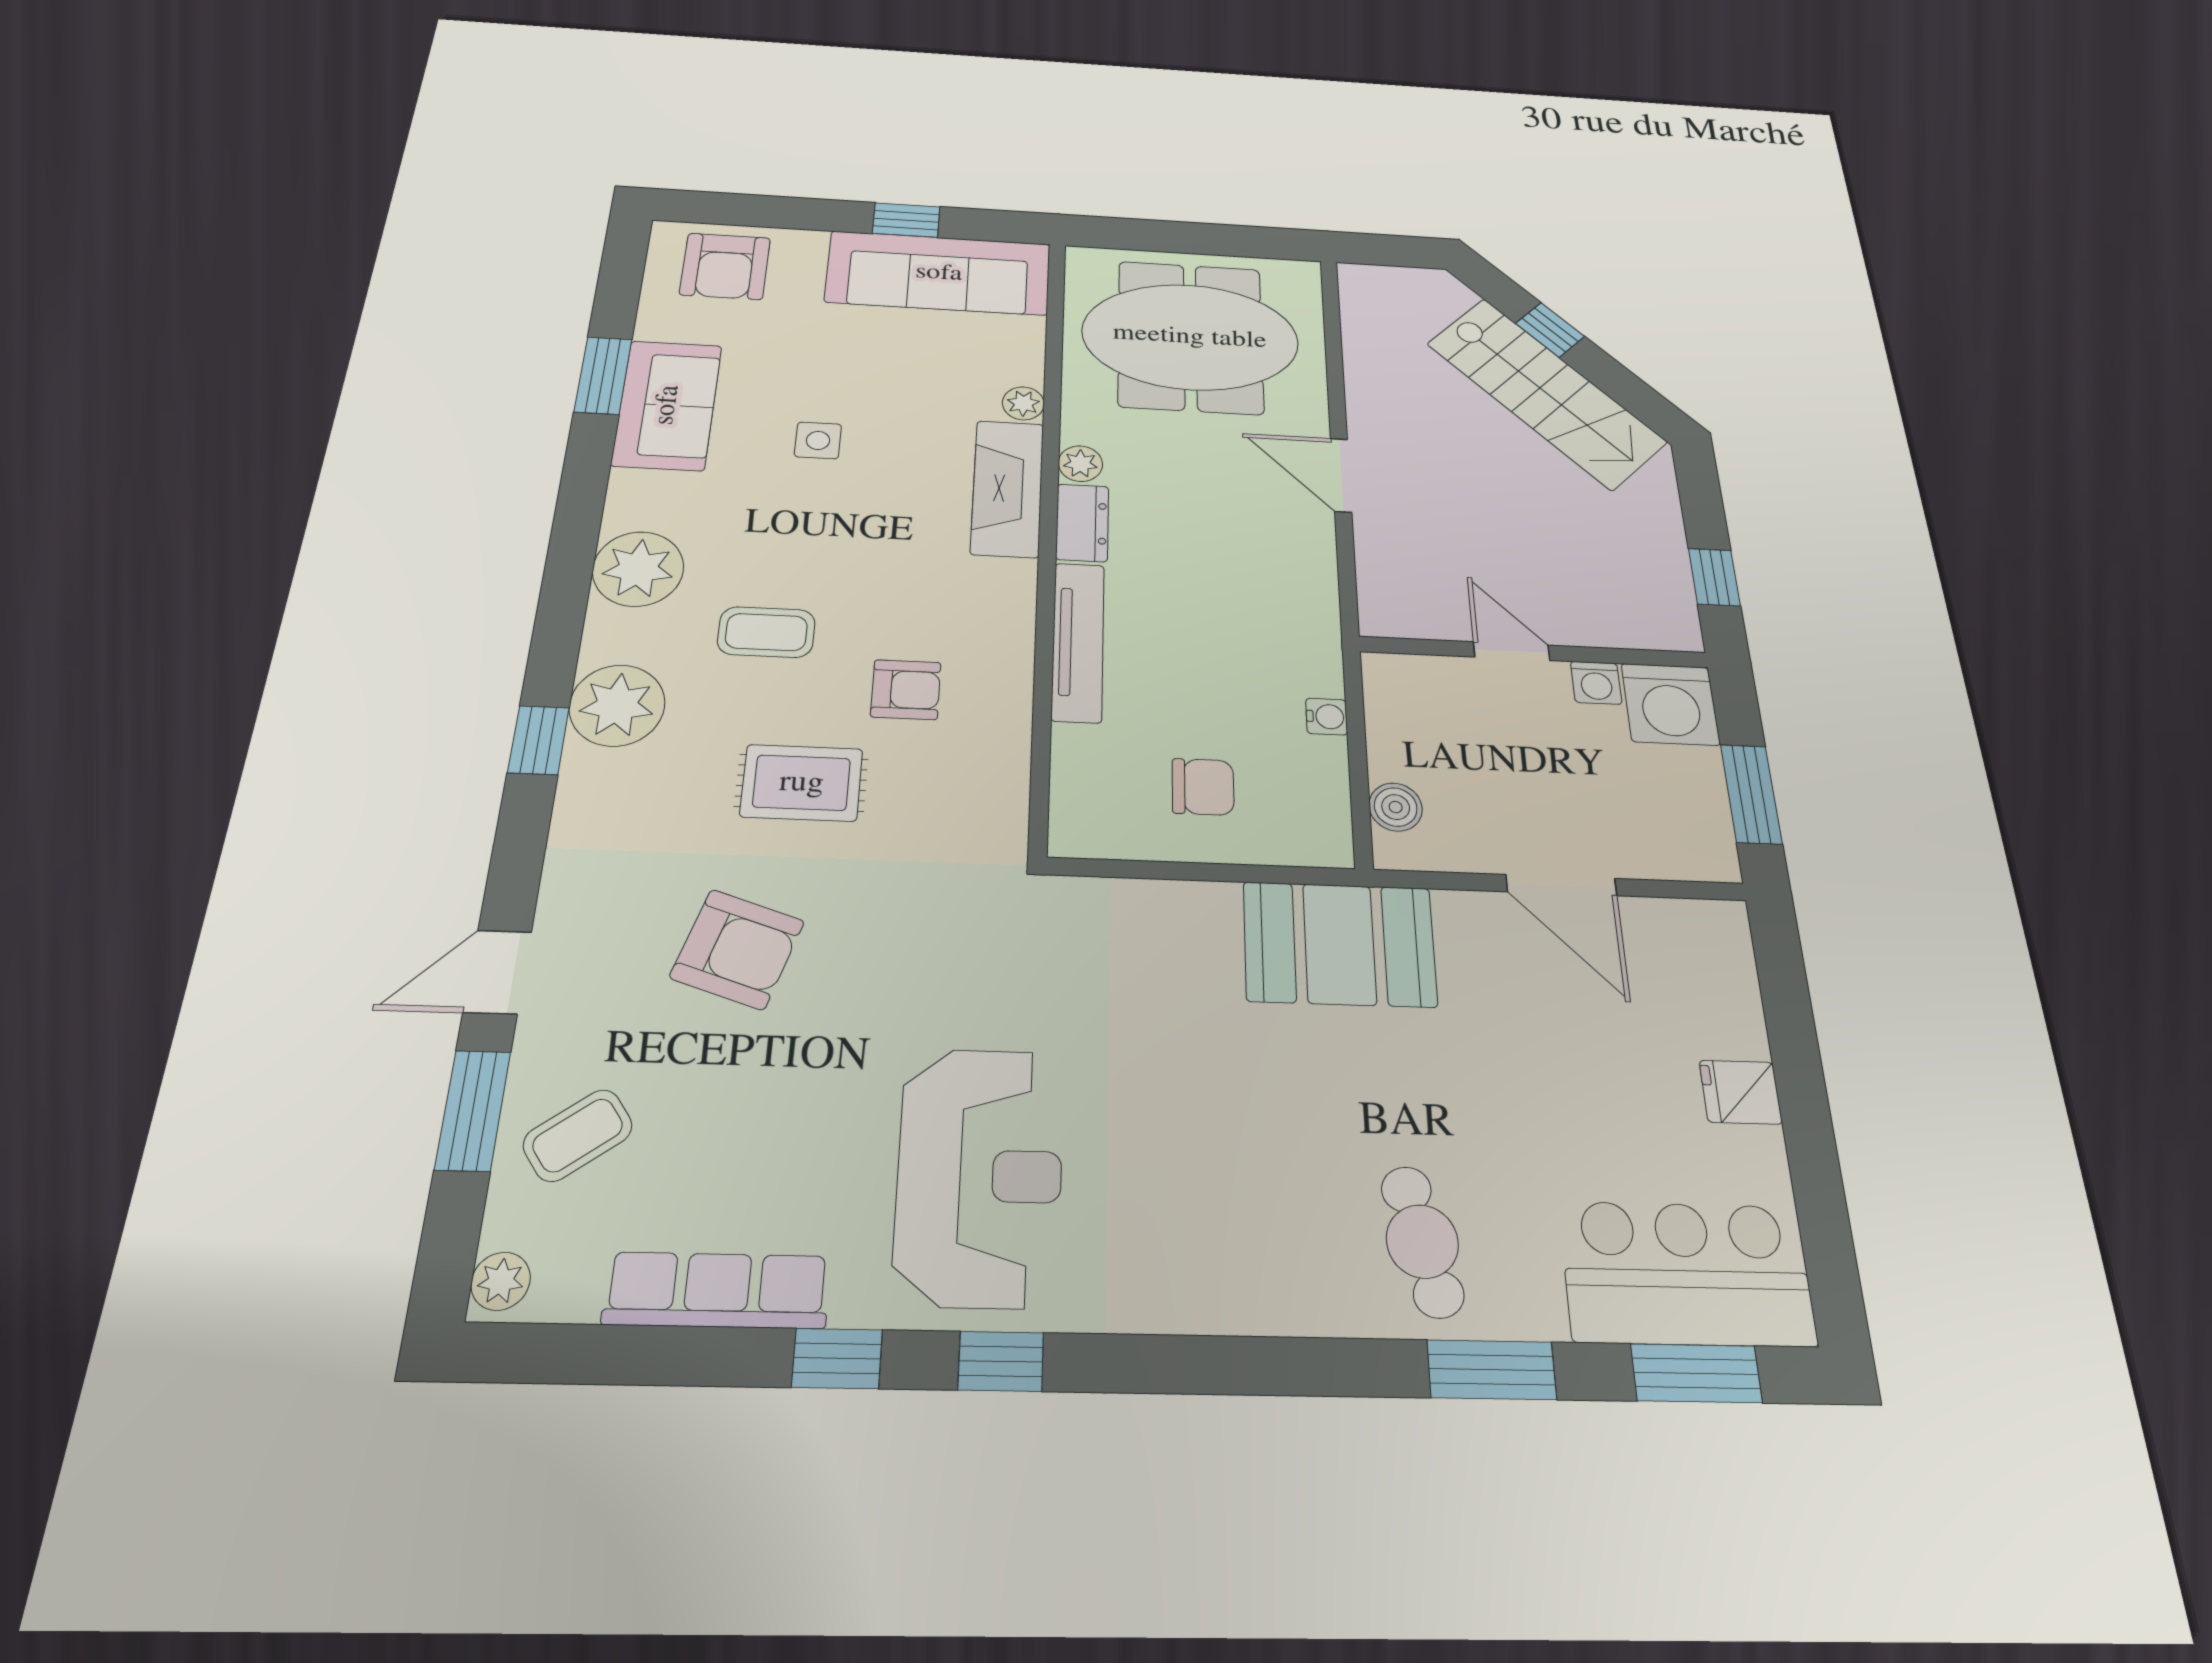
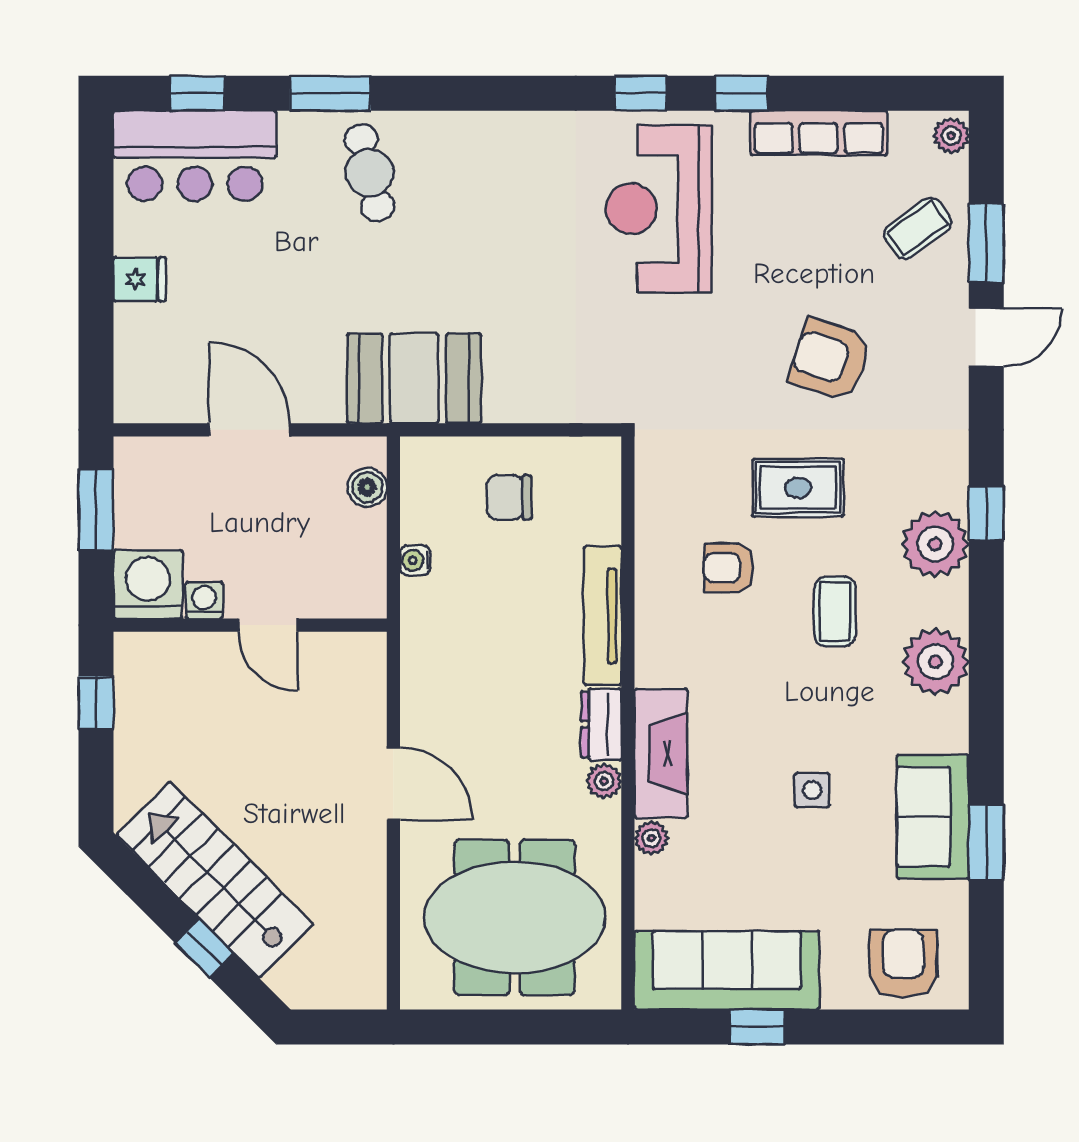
coffee table: (766, 632) -> (835, 612), turned 90
window: (1696, 1373) -> (197, 93), width x0.67

